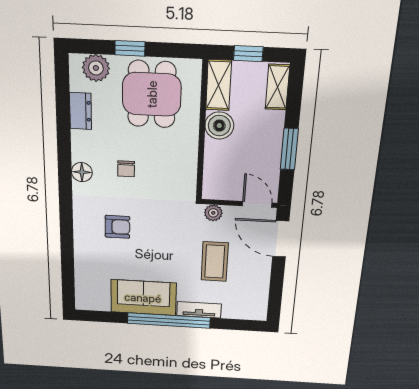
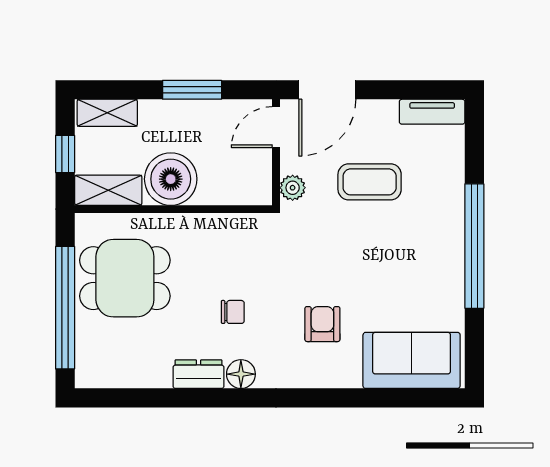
window: (130, 48) -> (65, 308), width x3.17
plant: (96, 68) -> (93, 353), removed
dresser: (81, 111) -> (198, 374), moved
boiler: (219, 126) -> (171, 179), width x1.37, depth x1.37
sofa: (143, 298) -> (412, 360), moved, turned 90
tv unit: (199, 310) -> (432, 112), moved, turned -90

